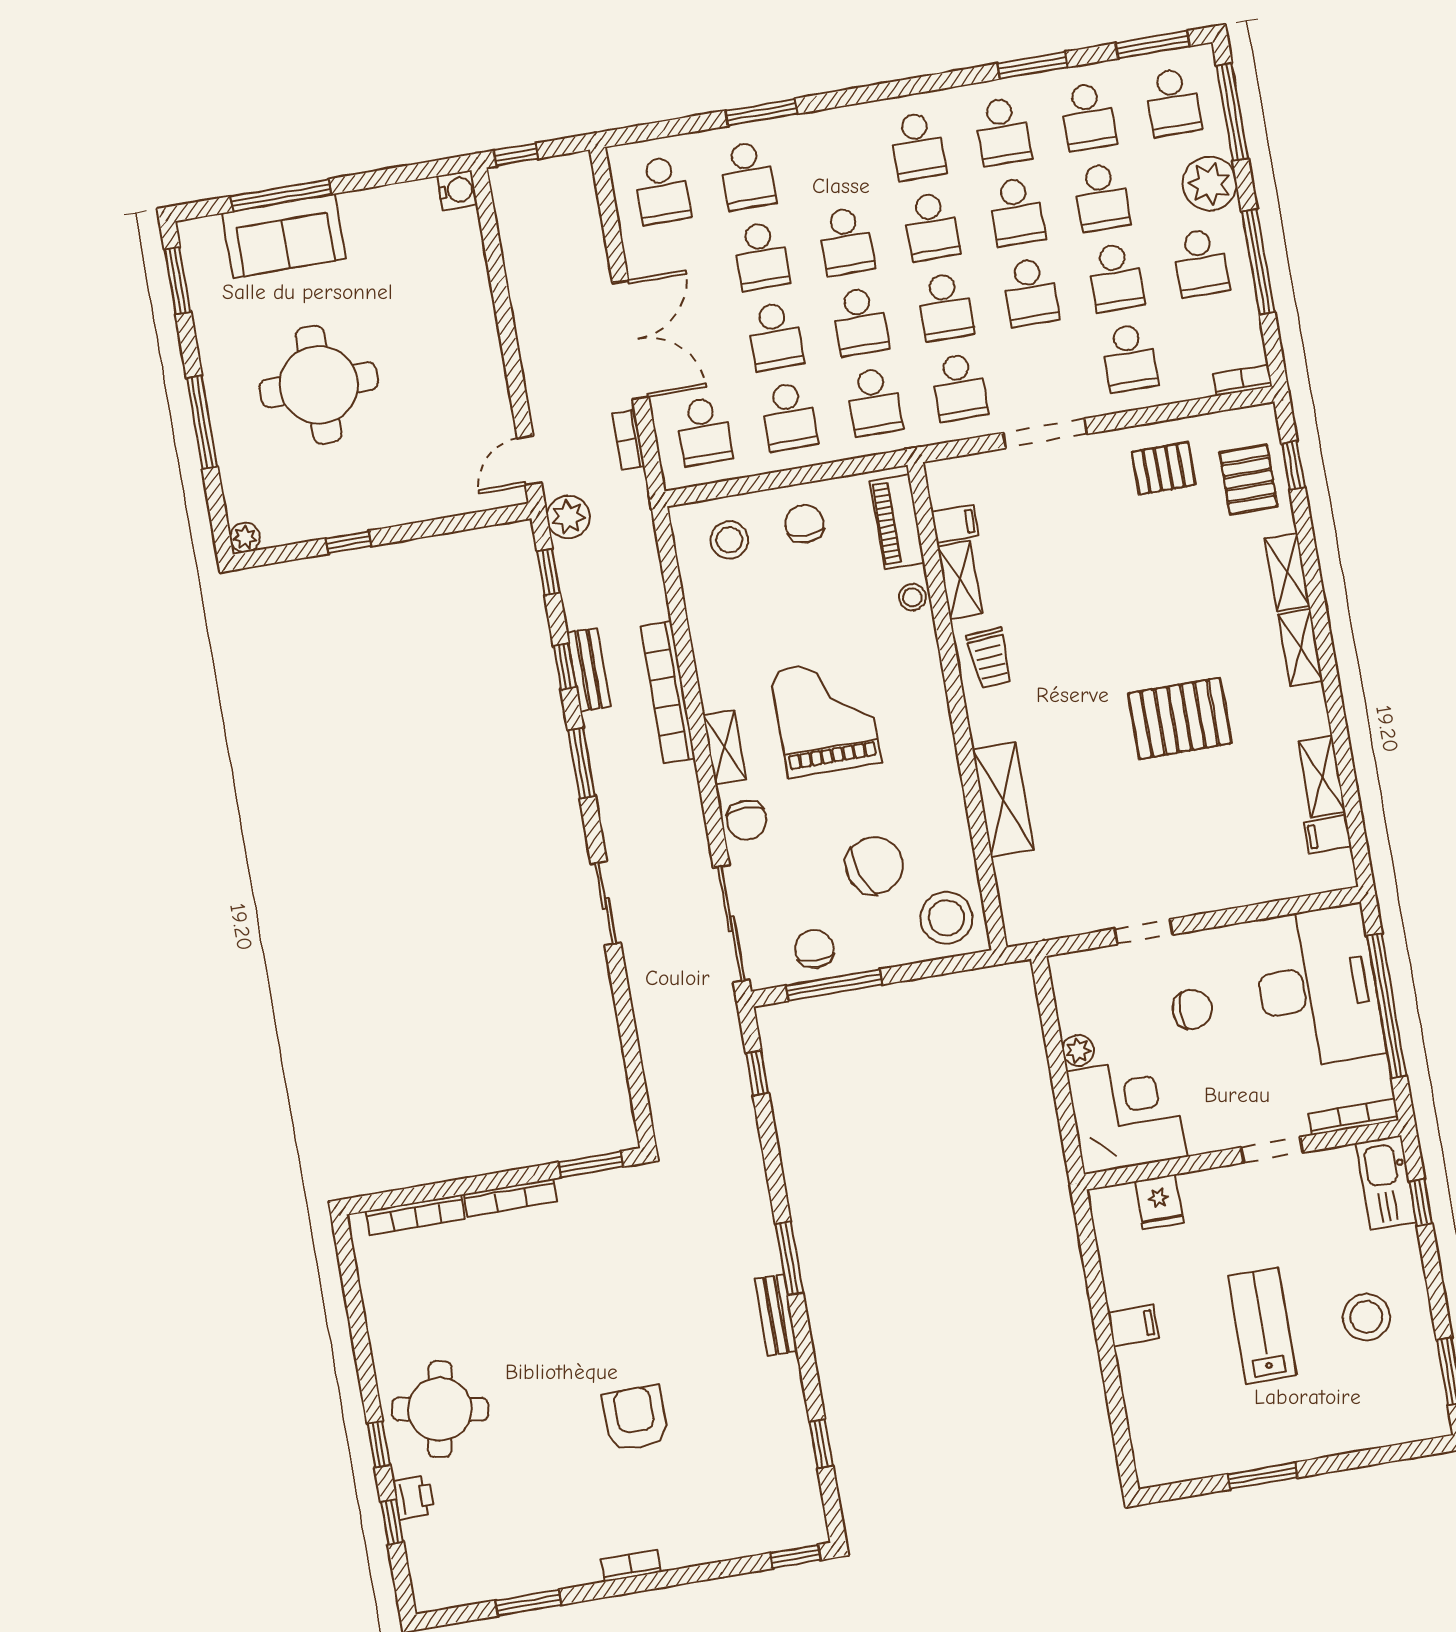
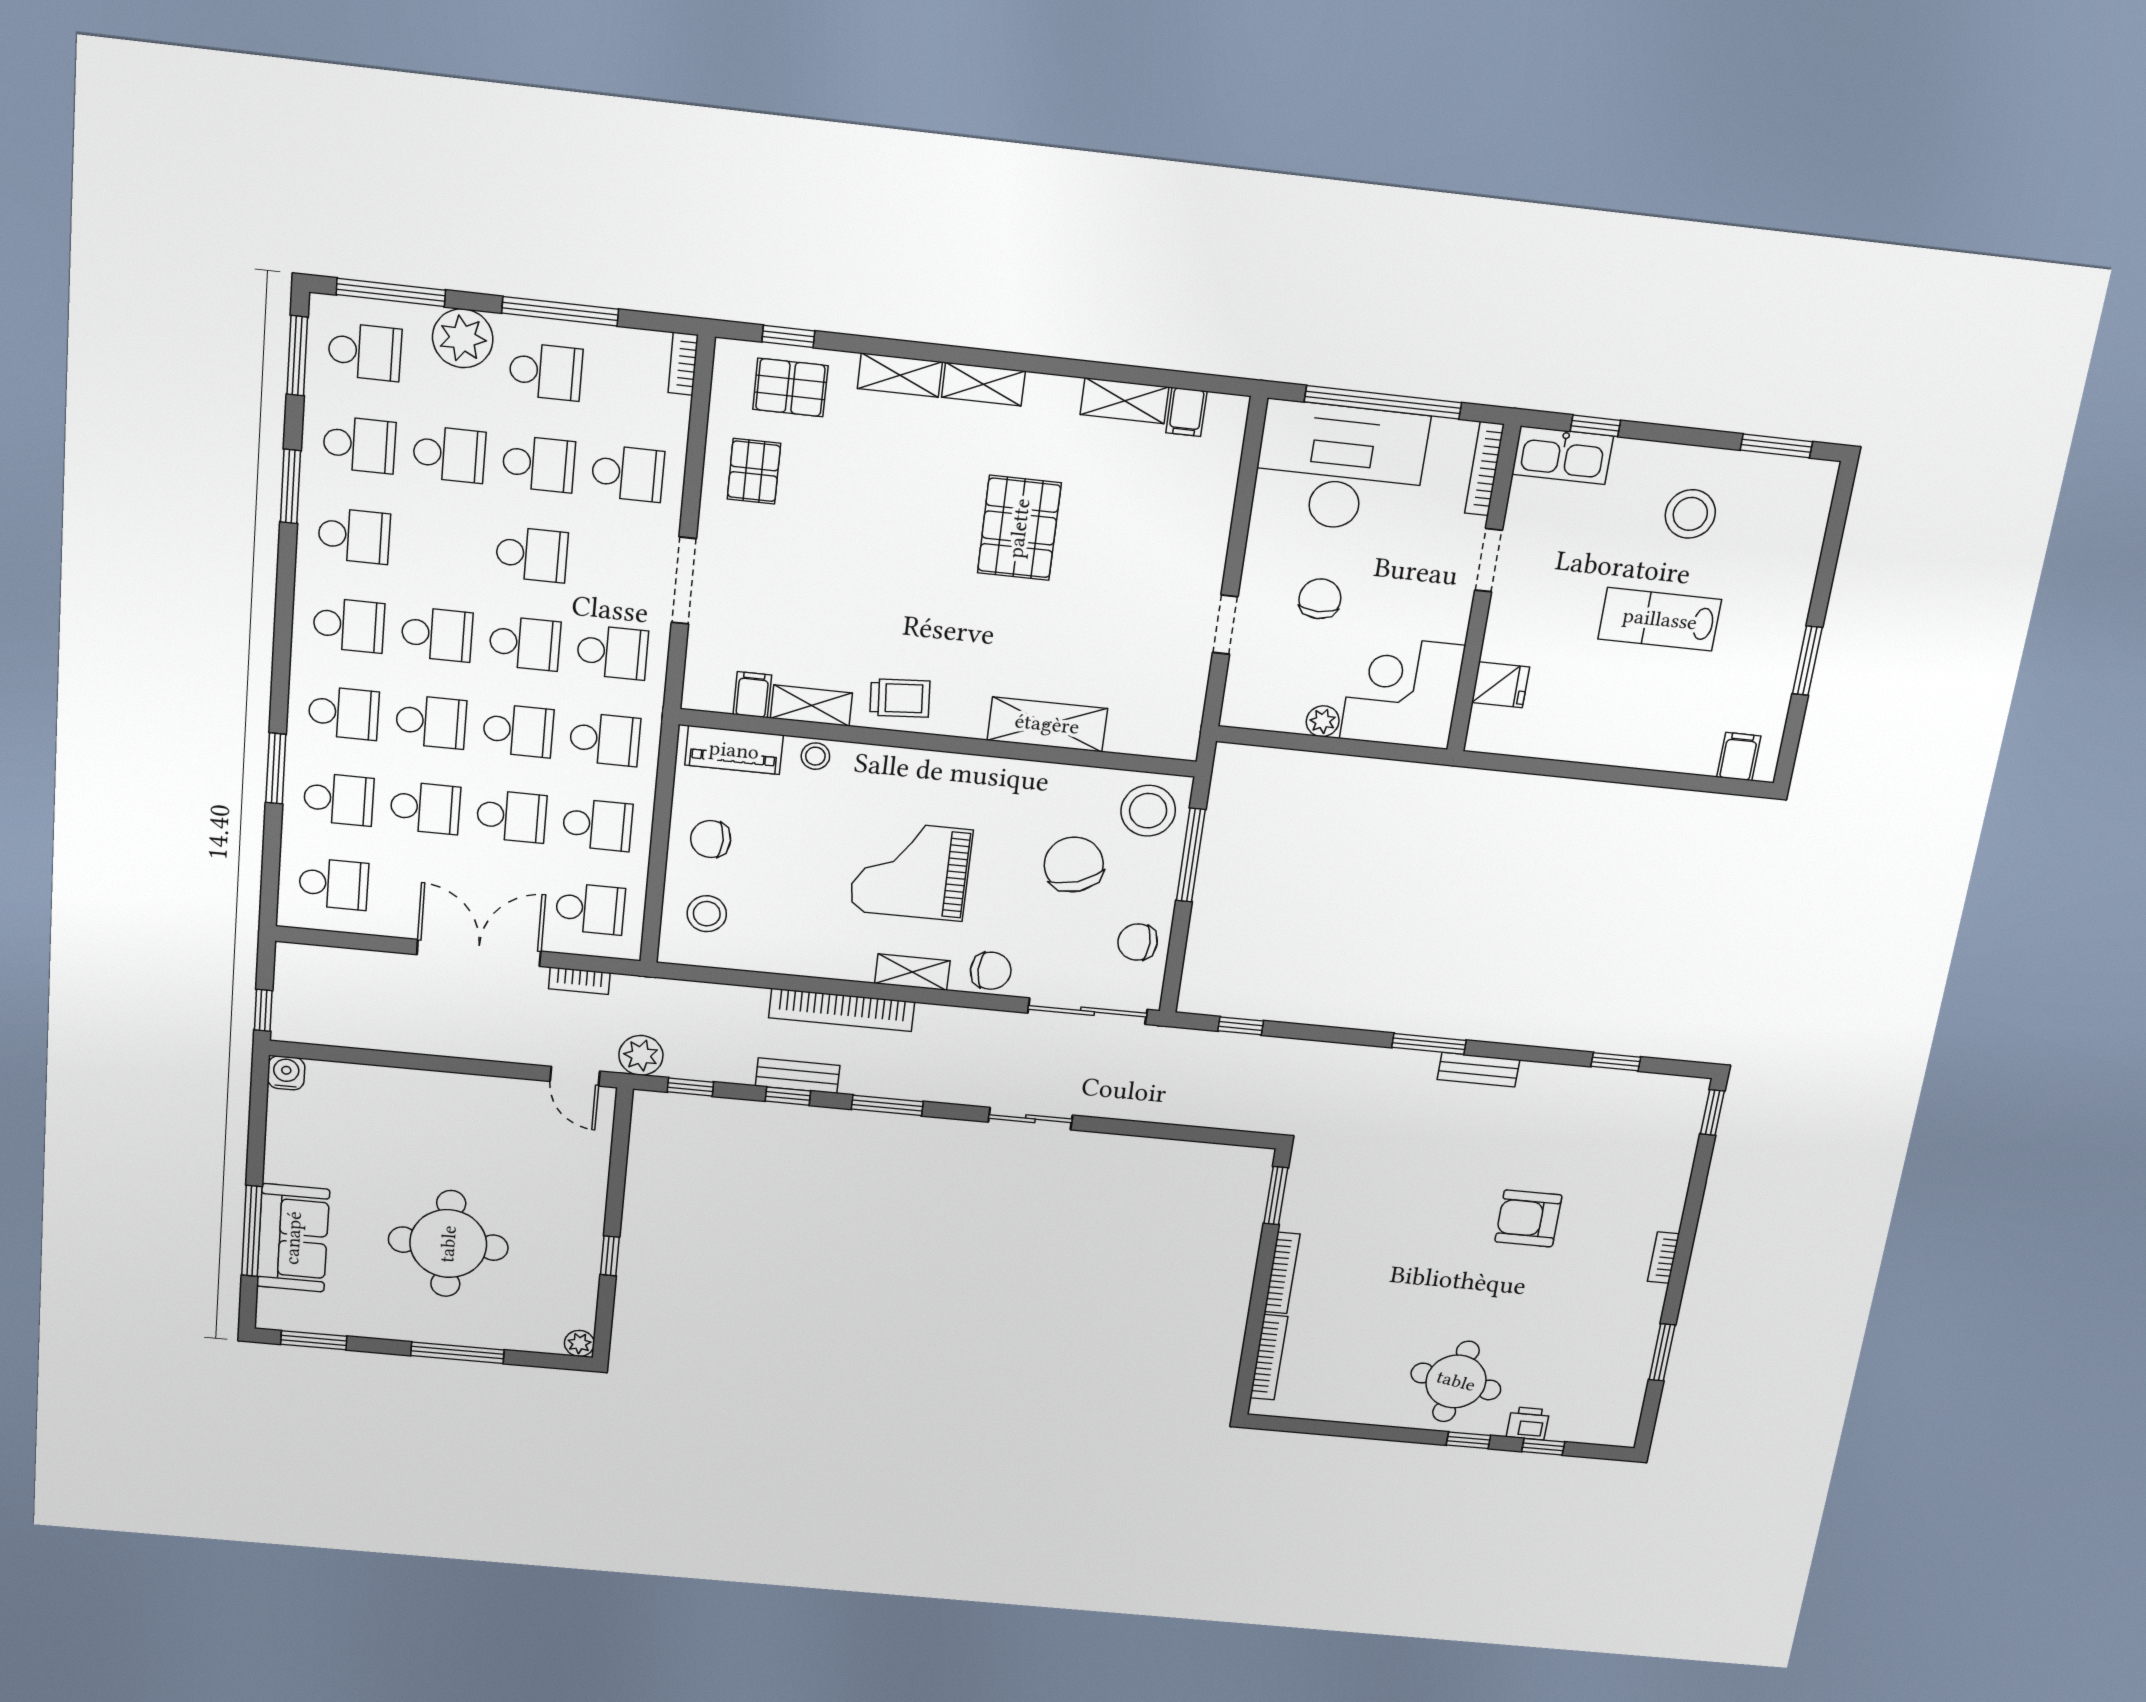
school desk: (1017, 212) -> (344, 713), moved
window: (834, 985) -> (1191, 855), moved
filing cabinet: (1133, 1325) -> (1739, 757), moved

